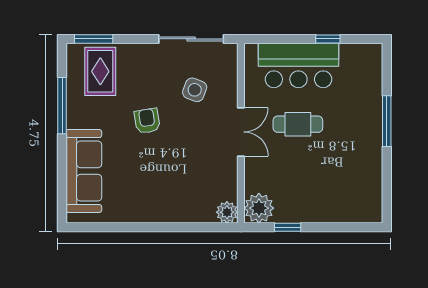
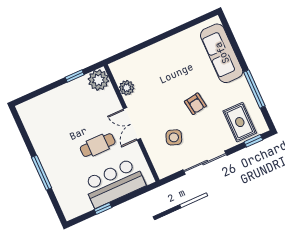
window: (94, 39) -> (253, 141), width x0.67
sliding door: (191, 39) -> (205, 163), moved
plant: (227, 212) -> (127, 88), moved

